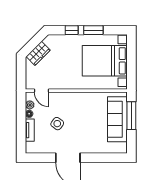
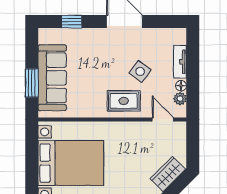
rug: (68, 103) -> (124, 101), added
window: (131, 116) -> (32, 83), width x0.69
window: (104, 158) -> (71, 22), added

